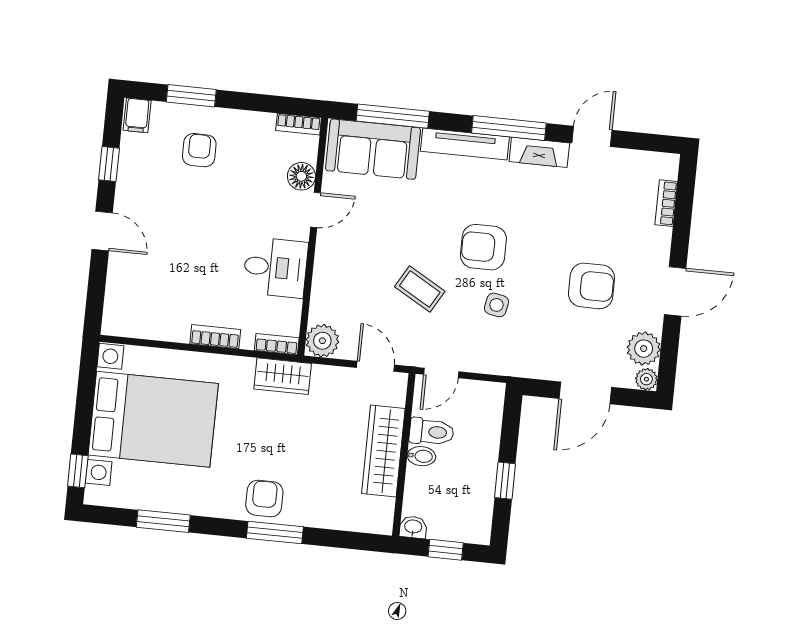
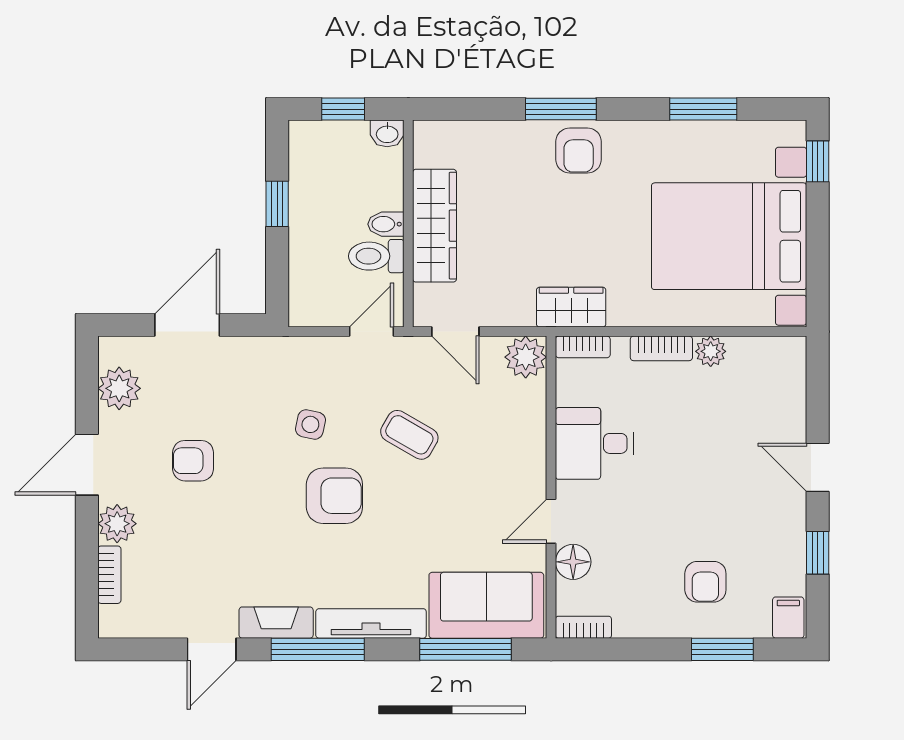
armchair: (592, 286) -> (193, 461), width x0.72, depth x0.72
plant: (177, 330) -> (711, 351), added
plant: (646, 379) -> (117, 524), moved, width x1.38, depth x1.38

